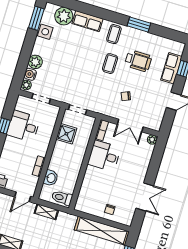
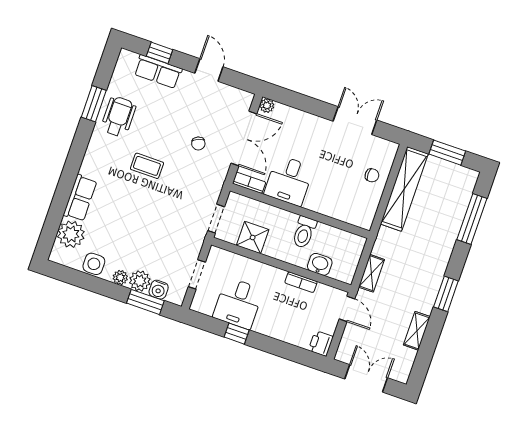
window: (36, 18) -> (145, 302), moved
window: (139, 24) -> (94, 104), moved
coffee table: (114, 34) -> (102, 158), removed
wheelchair: (138, 61) -> (118, 117), moved
plant: (26, 85) -> (120, 277), moved
double door: (130, 126) -> (244, 138), width x1.37
toilet: (62, 198) -> (304, 232), moved

